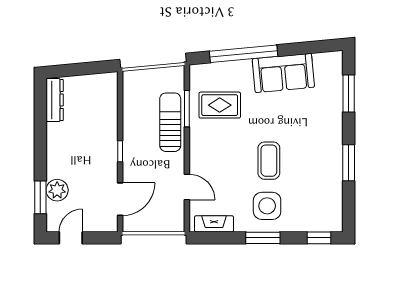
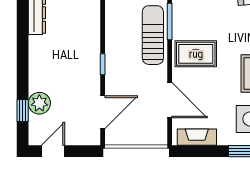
rug: (220, 105) -> (196, 54), moved
door: (187, 187) -> (170, 100), width x1.38
window: (40, 197) -> (23, 110), width x0.67

